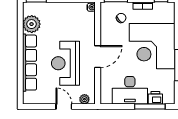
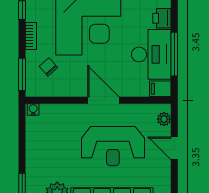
filing cabinet: (106, 97) -> (160, 89), added
door: (64, 106) -> (174, 148), hinge flipped
window: (150, 106) -> (174, 54), moved

